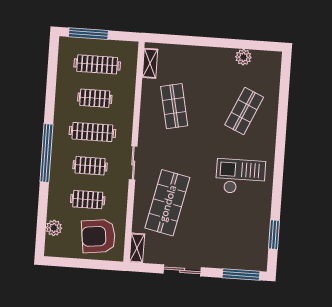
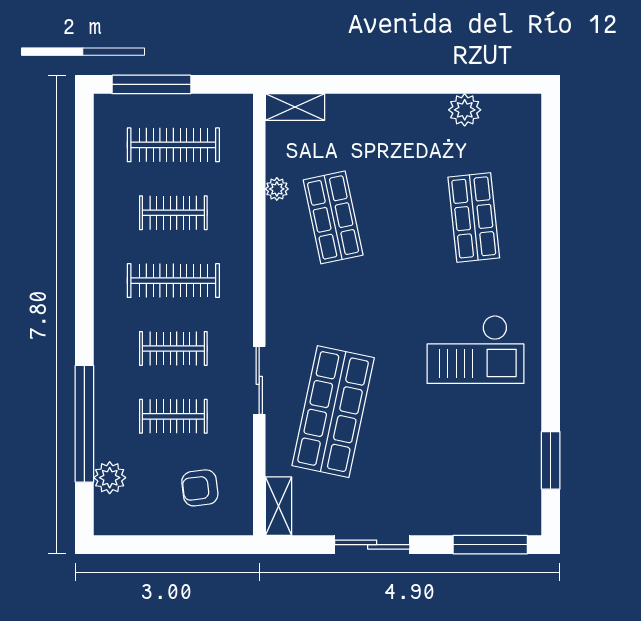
shelving: (150, 63) -> (295, 107), moved, turned 90
plant: (147, 90) -> (277, 189), added
shop shelf: (244, 111) -> (474, 217), turned -30
window: (46, 153) -> (84, 424), moved
sliding door: (133, 163) -> (259, 380), moved
checkout: (240, 177) -> (475, 349), turned 180
armchair: (98, 236) -> (200, 488), width x0.53, depth x0.53

